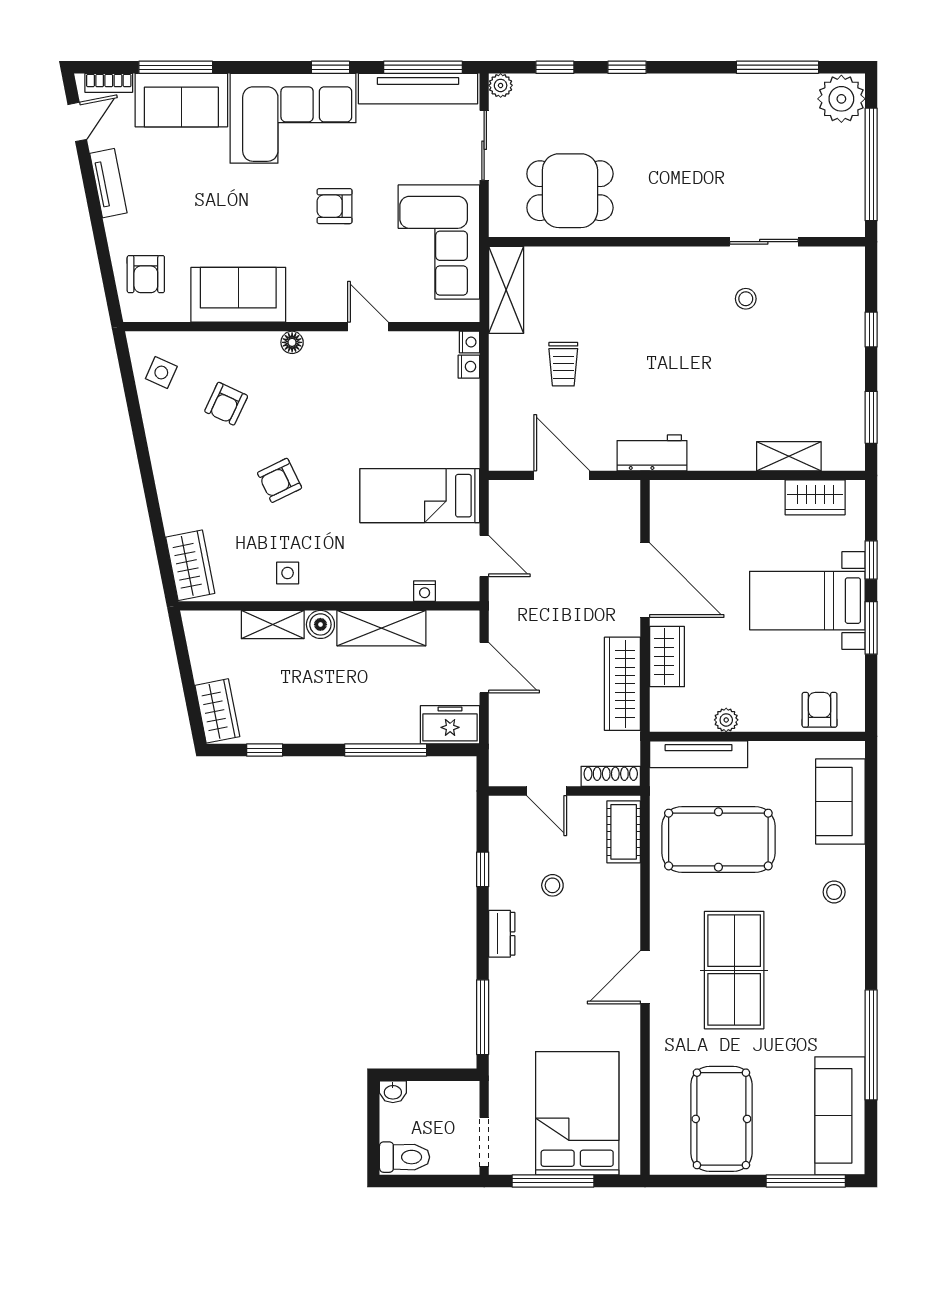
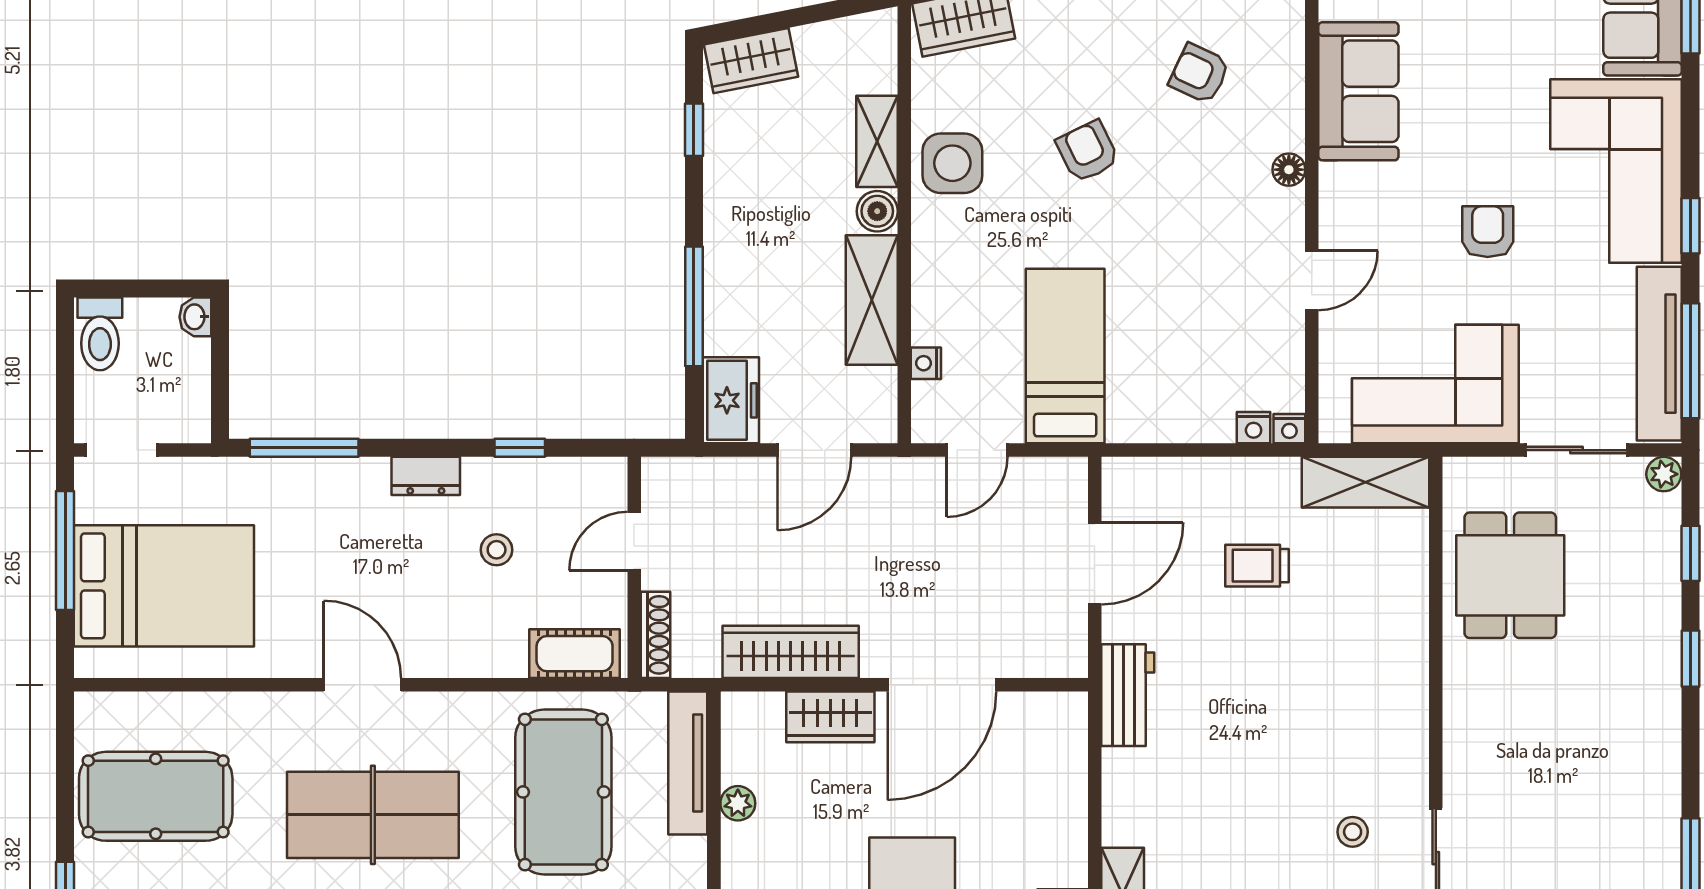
side table: (288, 573) -> (952, 163), width x1.87, depth x1.87

